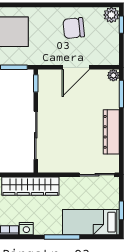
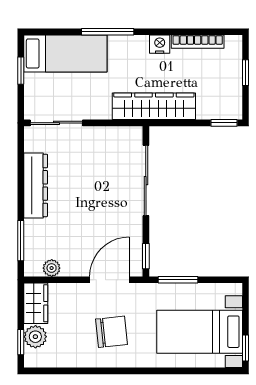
plant: (111, 15) -> (35, 337), moved
chair: (74, 28) -> (112, 332), moved
wardrobe: (111, 51) -> (36, 303), added
door: (76, 67) -> (110, 280), moved
plant: (113, 75) -> (52, 268), moved

